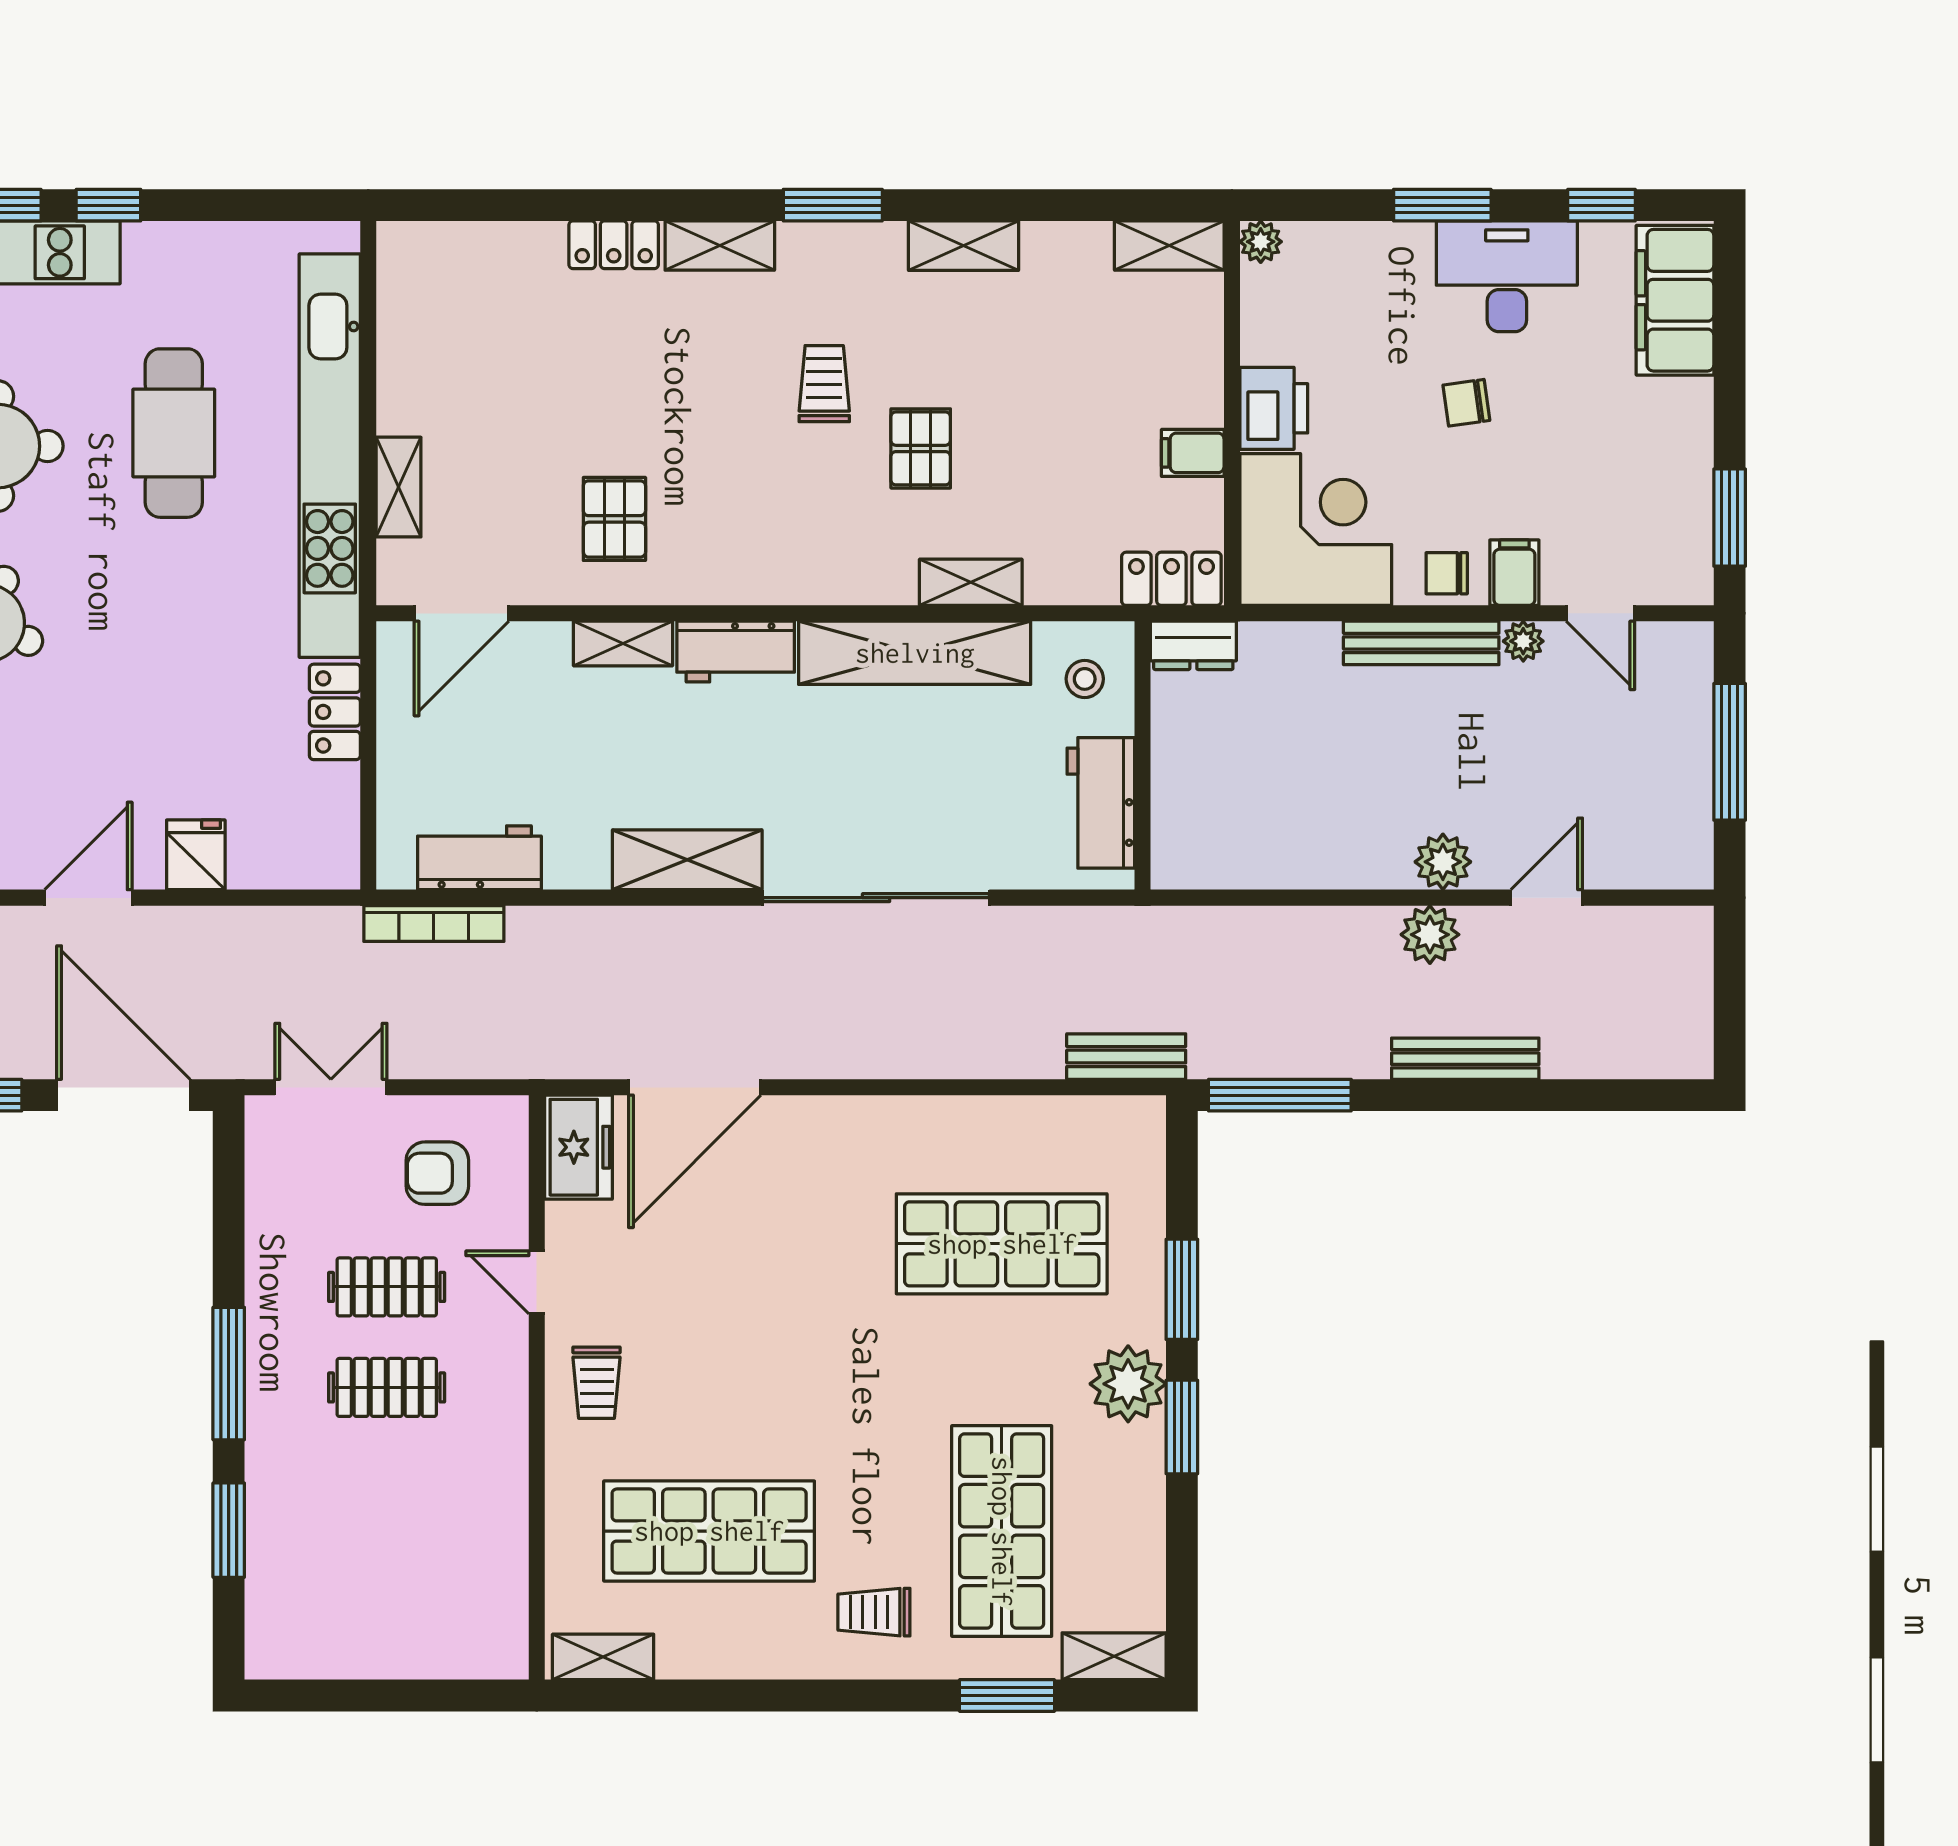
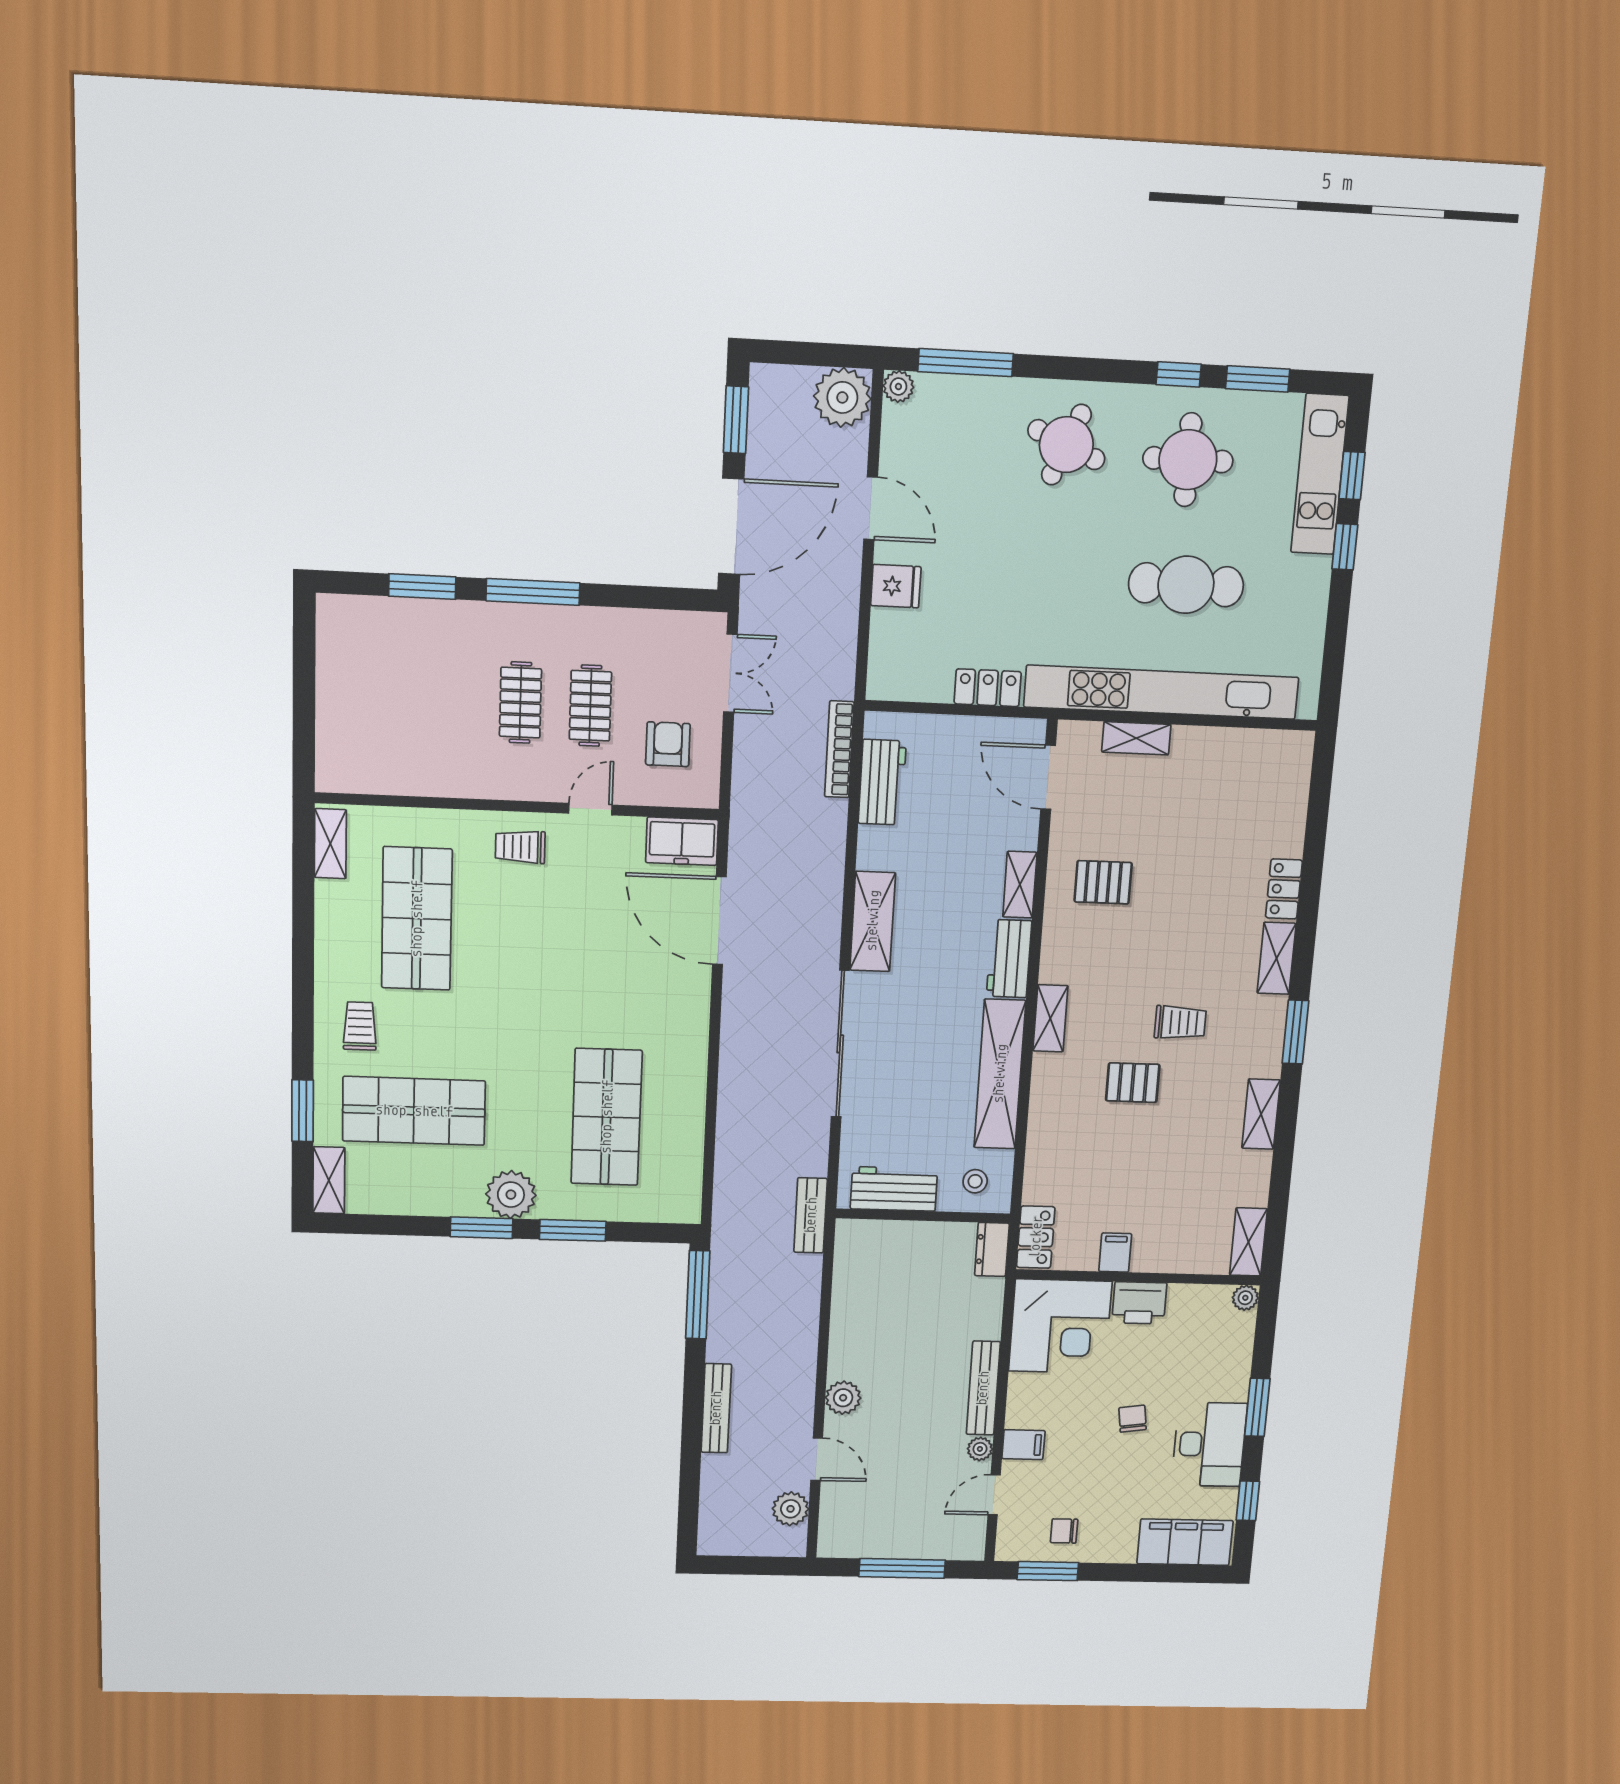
chair: (1447, 573) -> (1064, 1531), moved, turned -90
shelving: (971, 582) -> (1050, 1018), moved
plant: (1430, 935) -> (791, 1509), moved
bench: (1126, 1057) -> (811, 1215), moved

